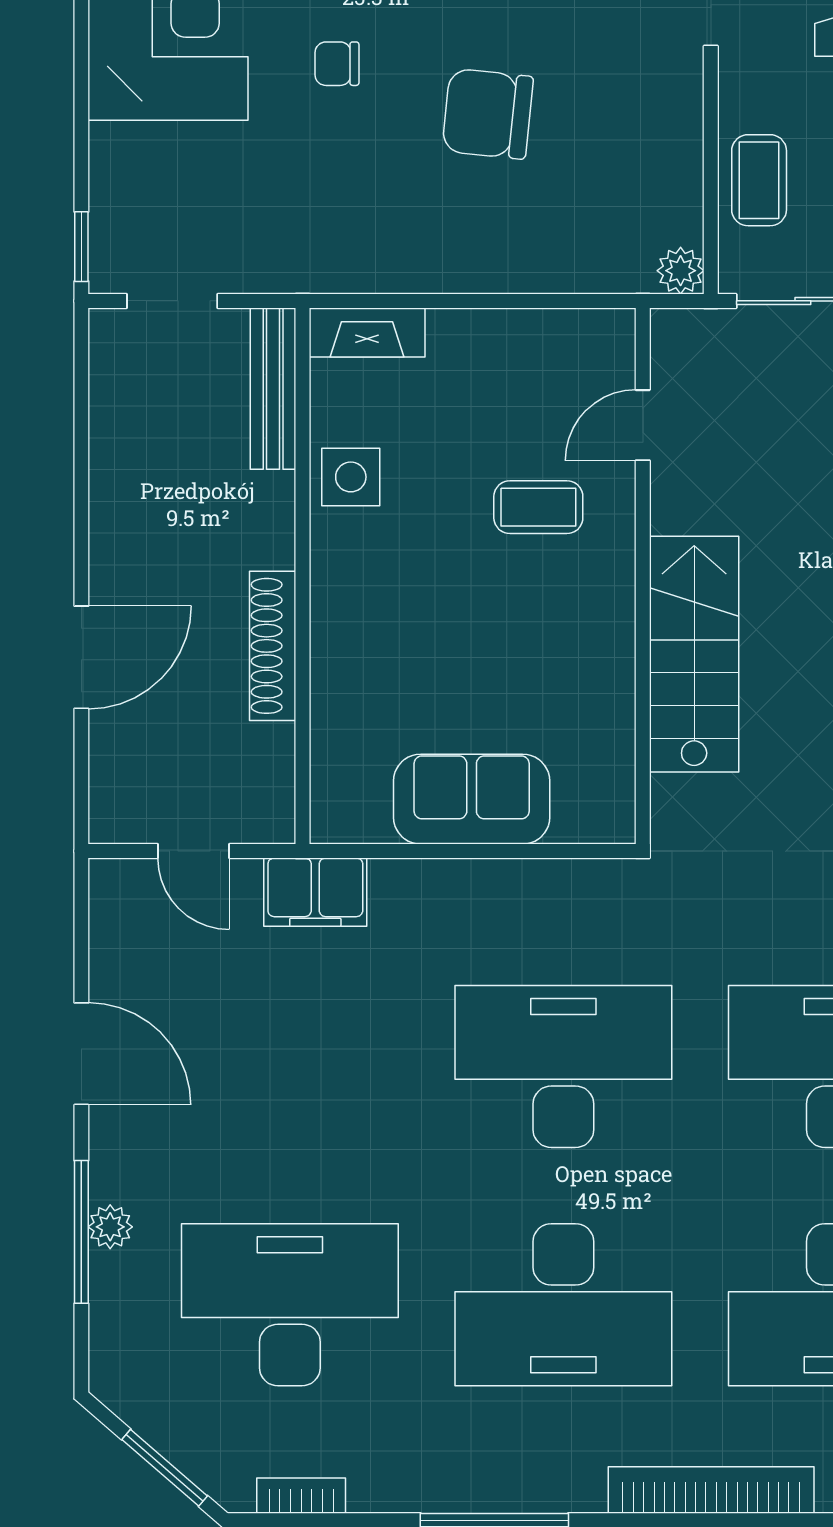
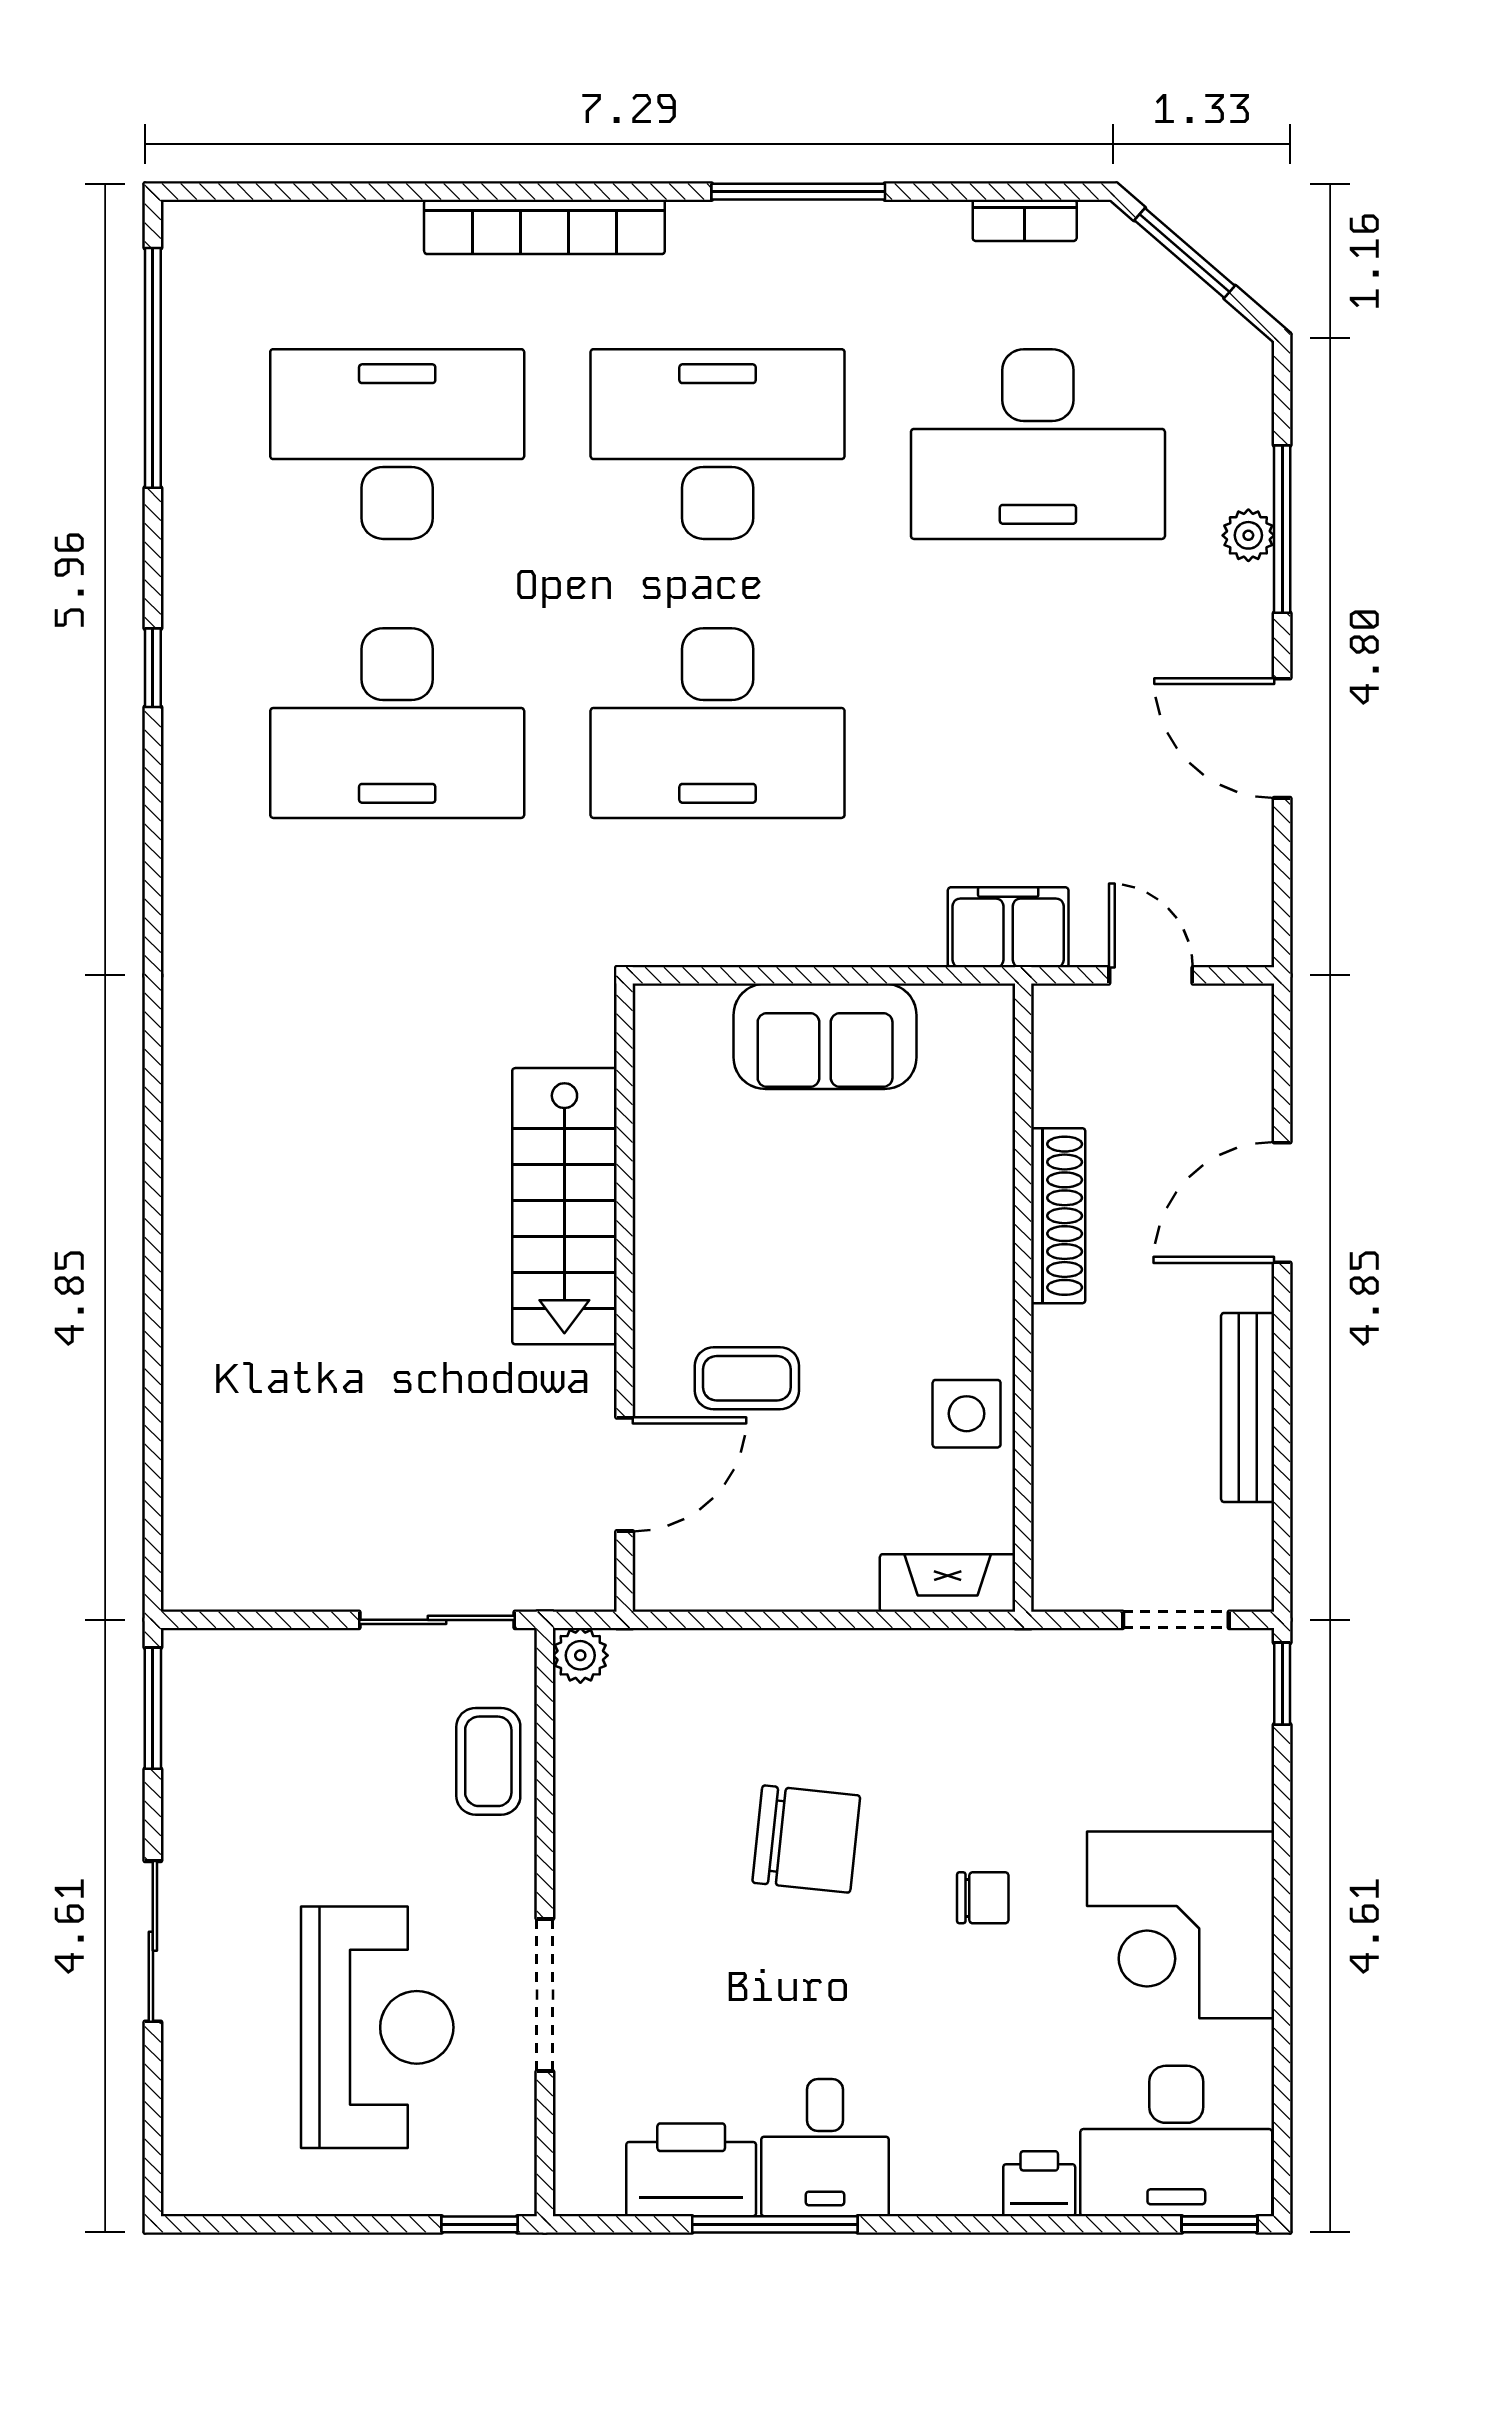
bench: (273, 389) -> (1248, 1407), moved
door: (643, 425) -> (625, 1474), width x1.38

